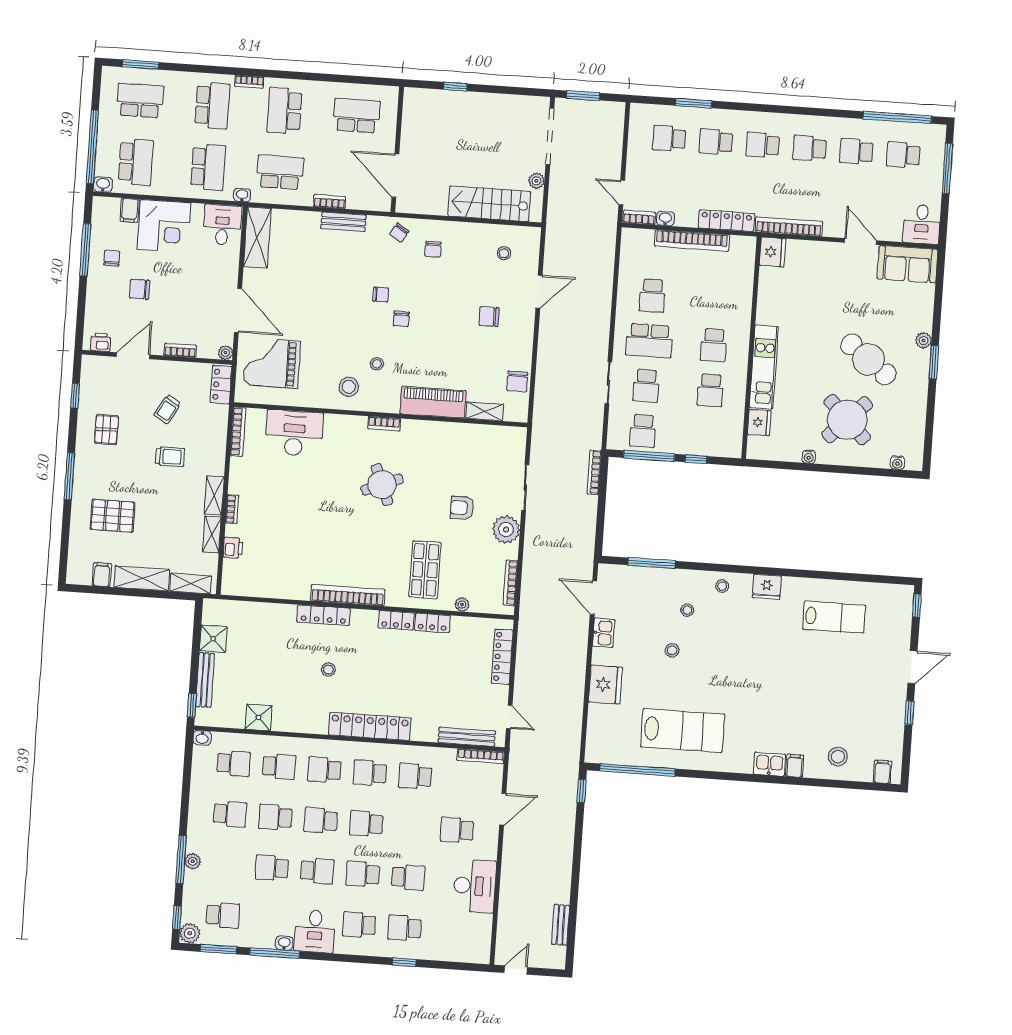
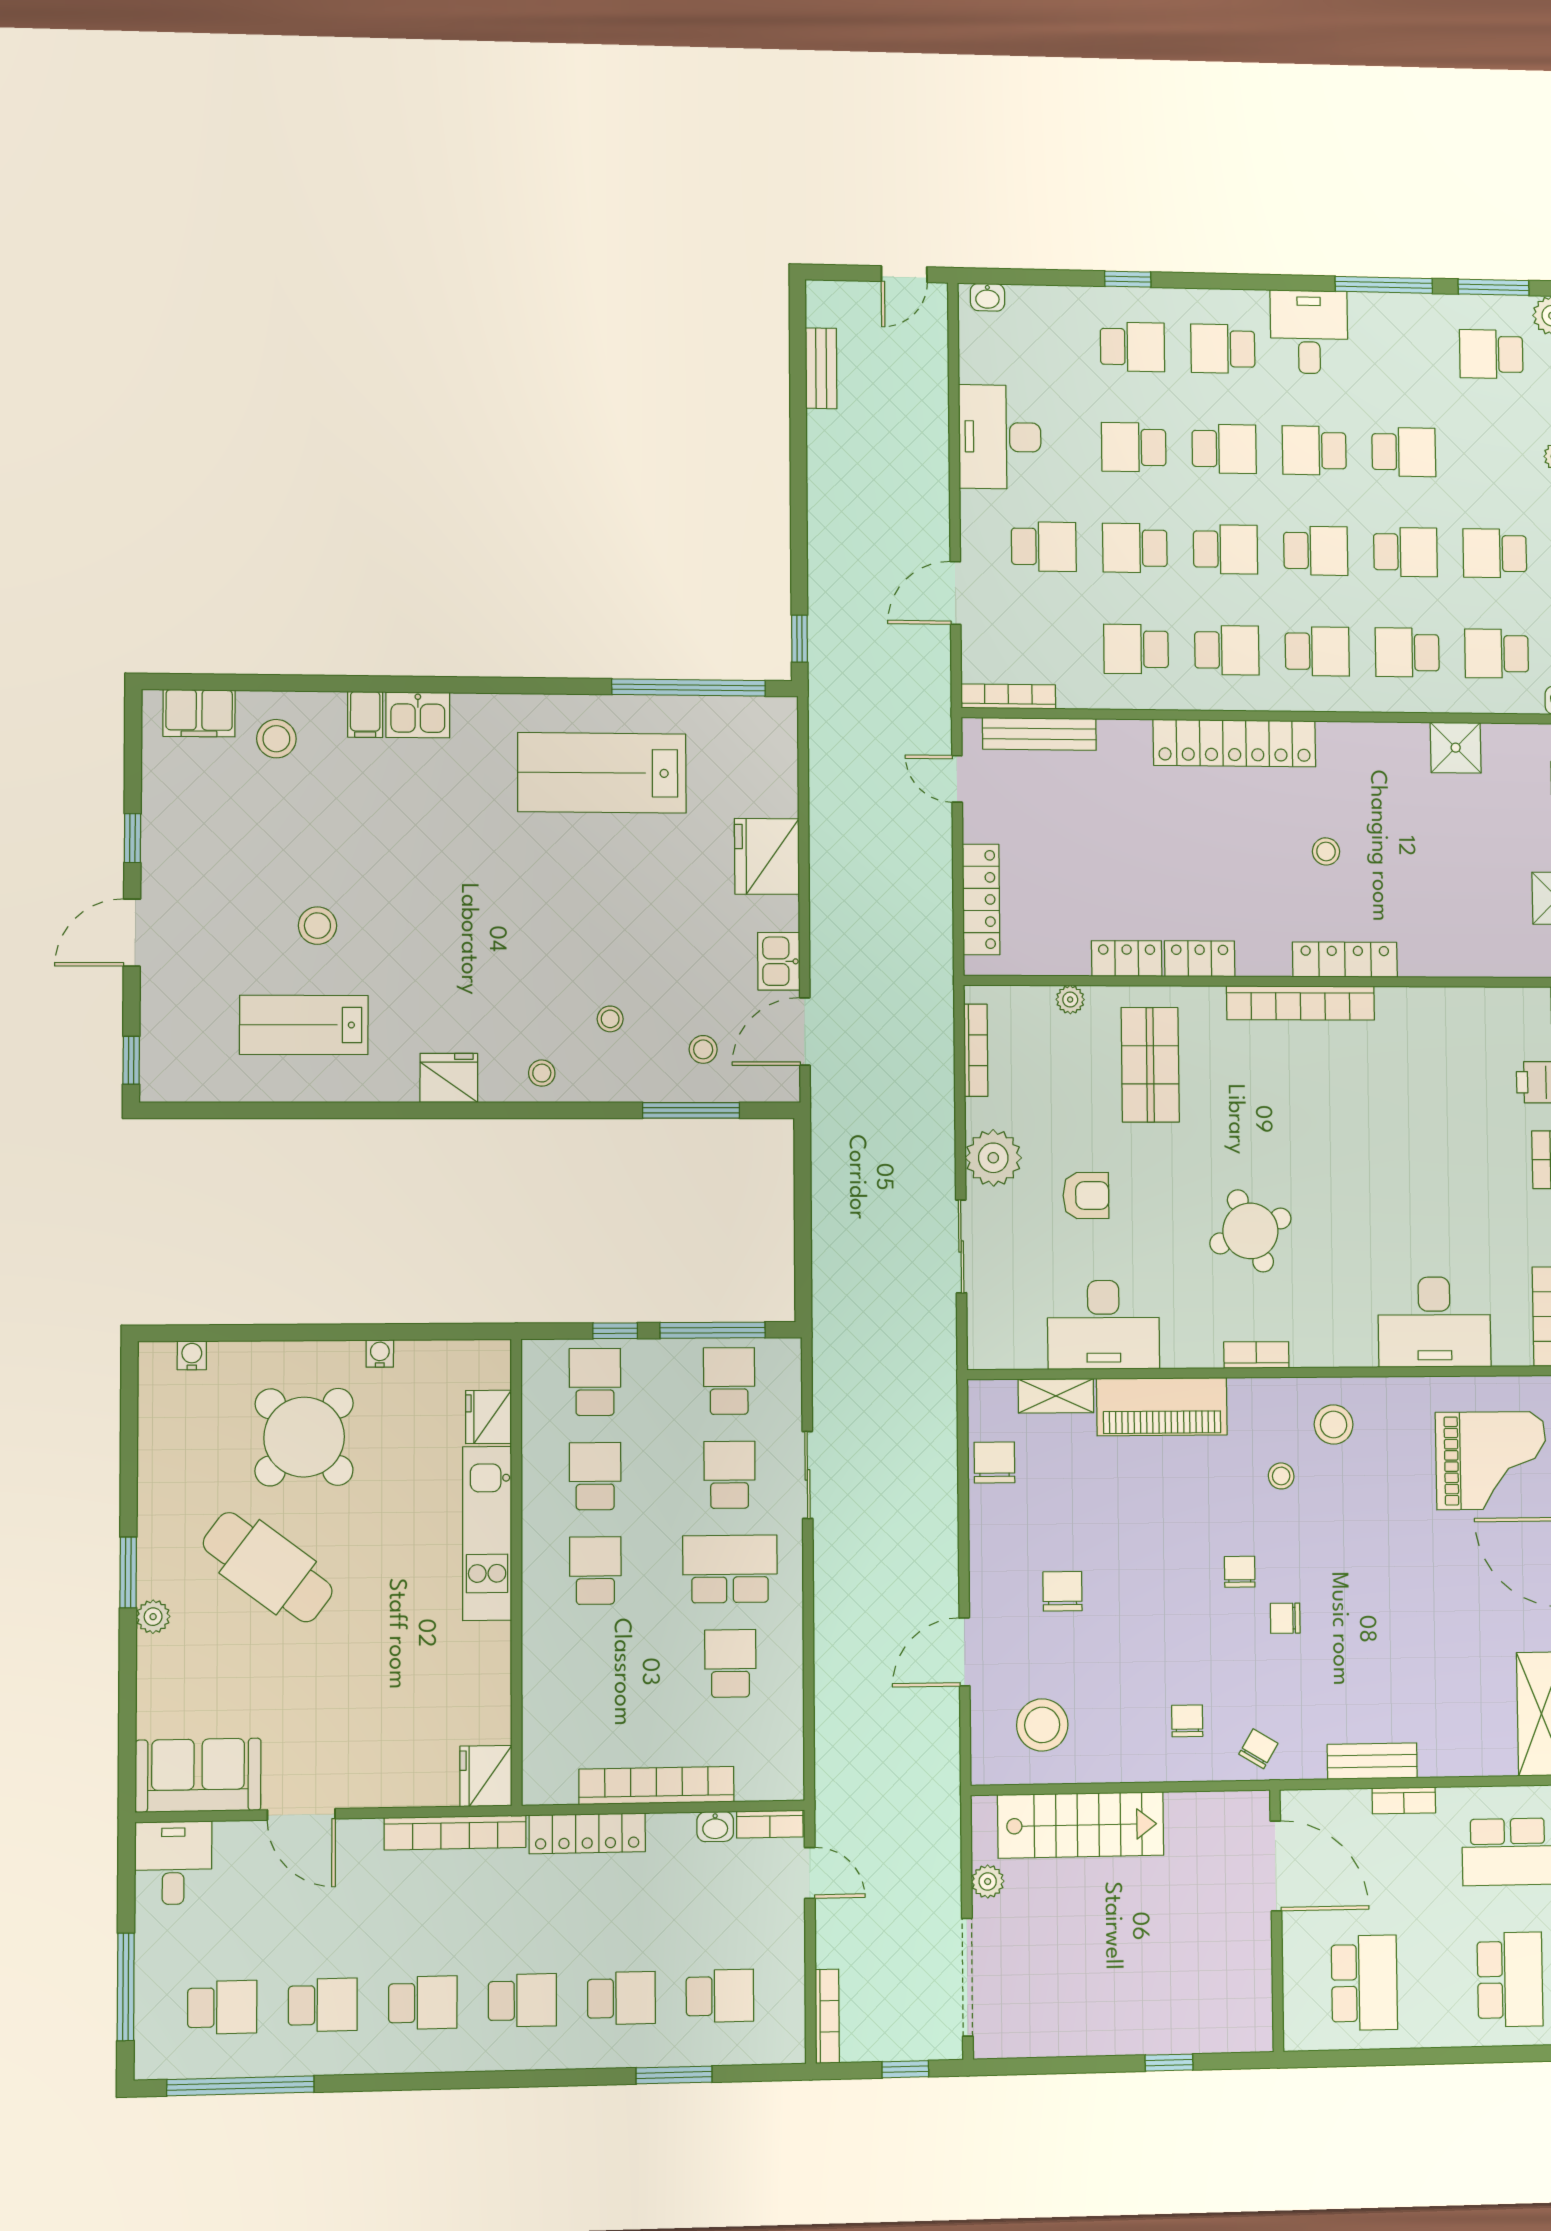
window: (583, 95) -> (905, 2069), width x0.67
school desk: (357, 116) -> (1364, 1983), turned -90
stool: (504, 253) -> (1042, 1725), width x1.89, depth x1.89
chair: (489, 317) -> (1062, 1591), turned -90
school desk: (707, 435) -> (595, 1382), added
desk: (458, 444) -> (1103, 1325), added
bookcase: (594, 472) -> (827, 2016), moved
door: (593, 598) -> (805, 1031), swing flipped
stool: (672, 650) -> (703, 1049), moved
stool: (824, 665) -> (317, 926), added
filing cabinet: (882, 772) -> (199, 713), width x2.00
school desk: (415, 776) -> (1136, 649), turned 180
school desk: (412, 827) -> (1135, 548), added
school desk: (359, 925) -> (1223, 349), turned 180
washbasin: (284, 943) -> (987, 297), moved

